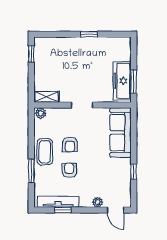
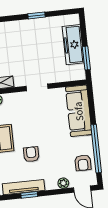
freezer: (122, 81) -> (73, 45), moved
armchair: (70, 144) -> (83, 163), moved
window: (134, 172) -> (96, 149), width x3.17

